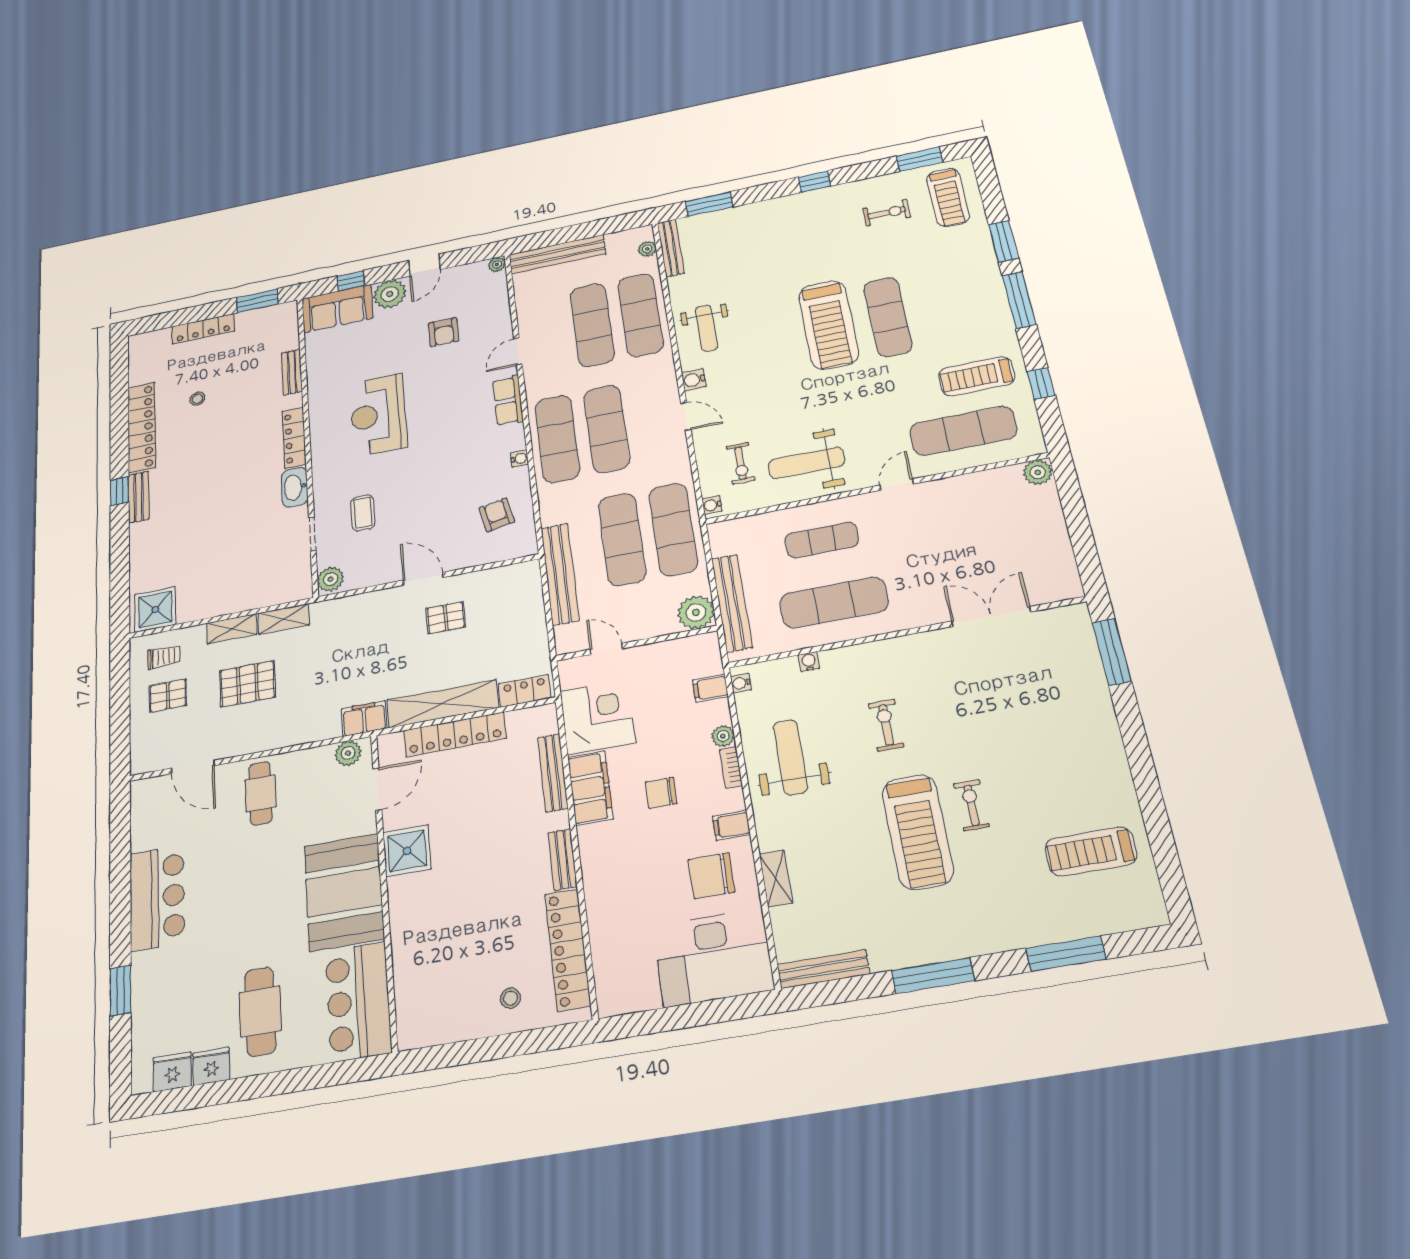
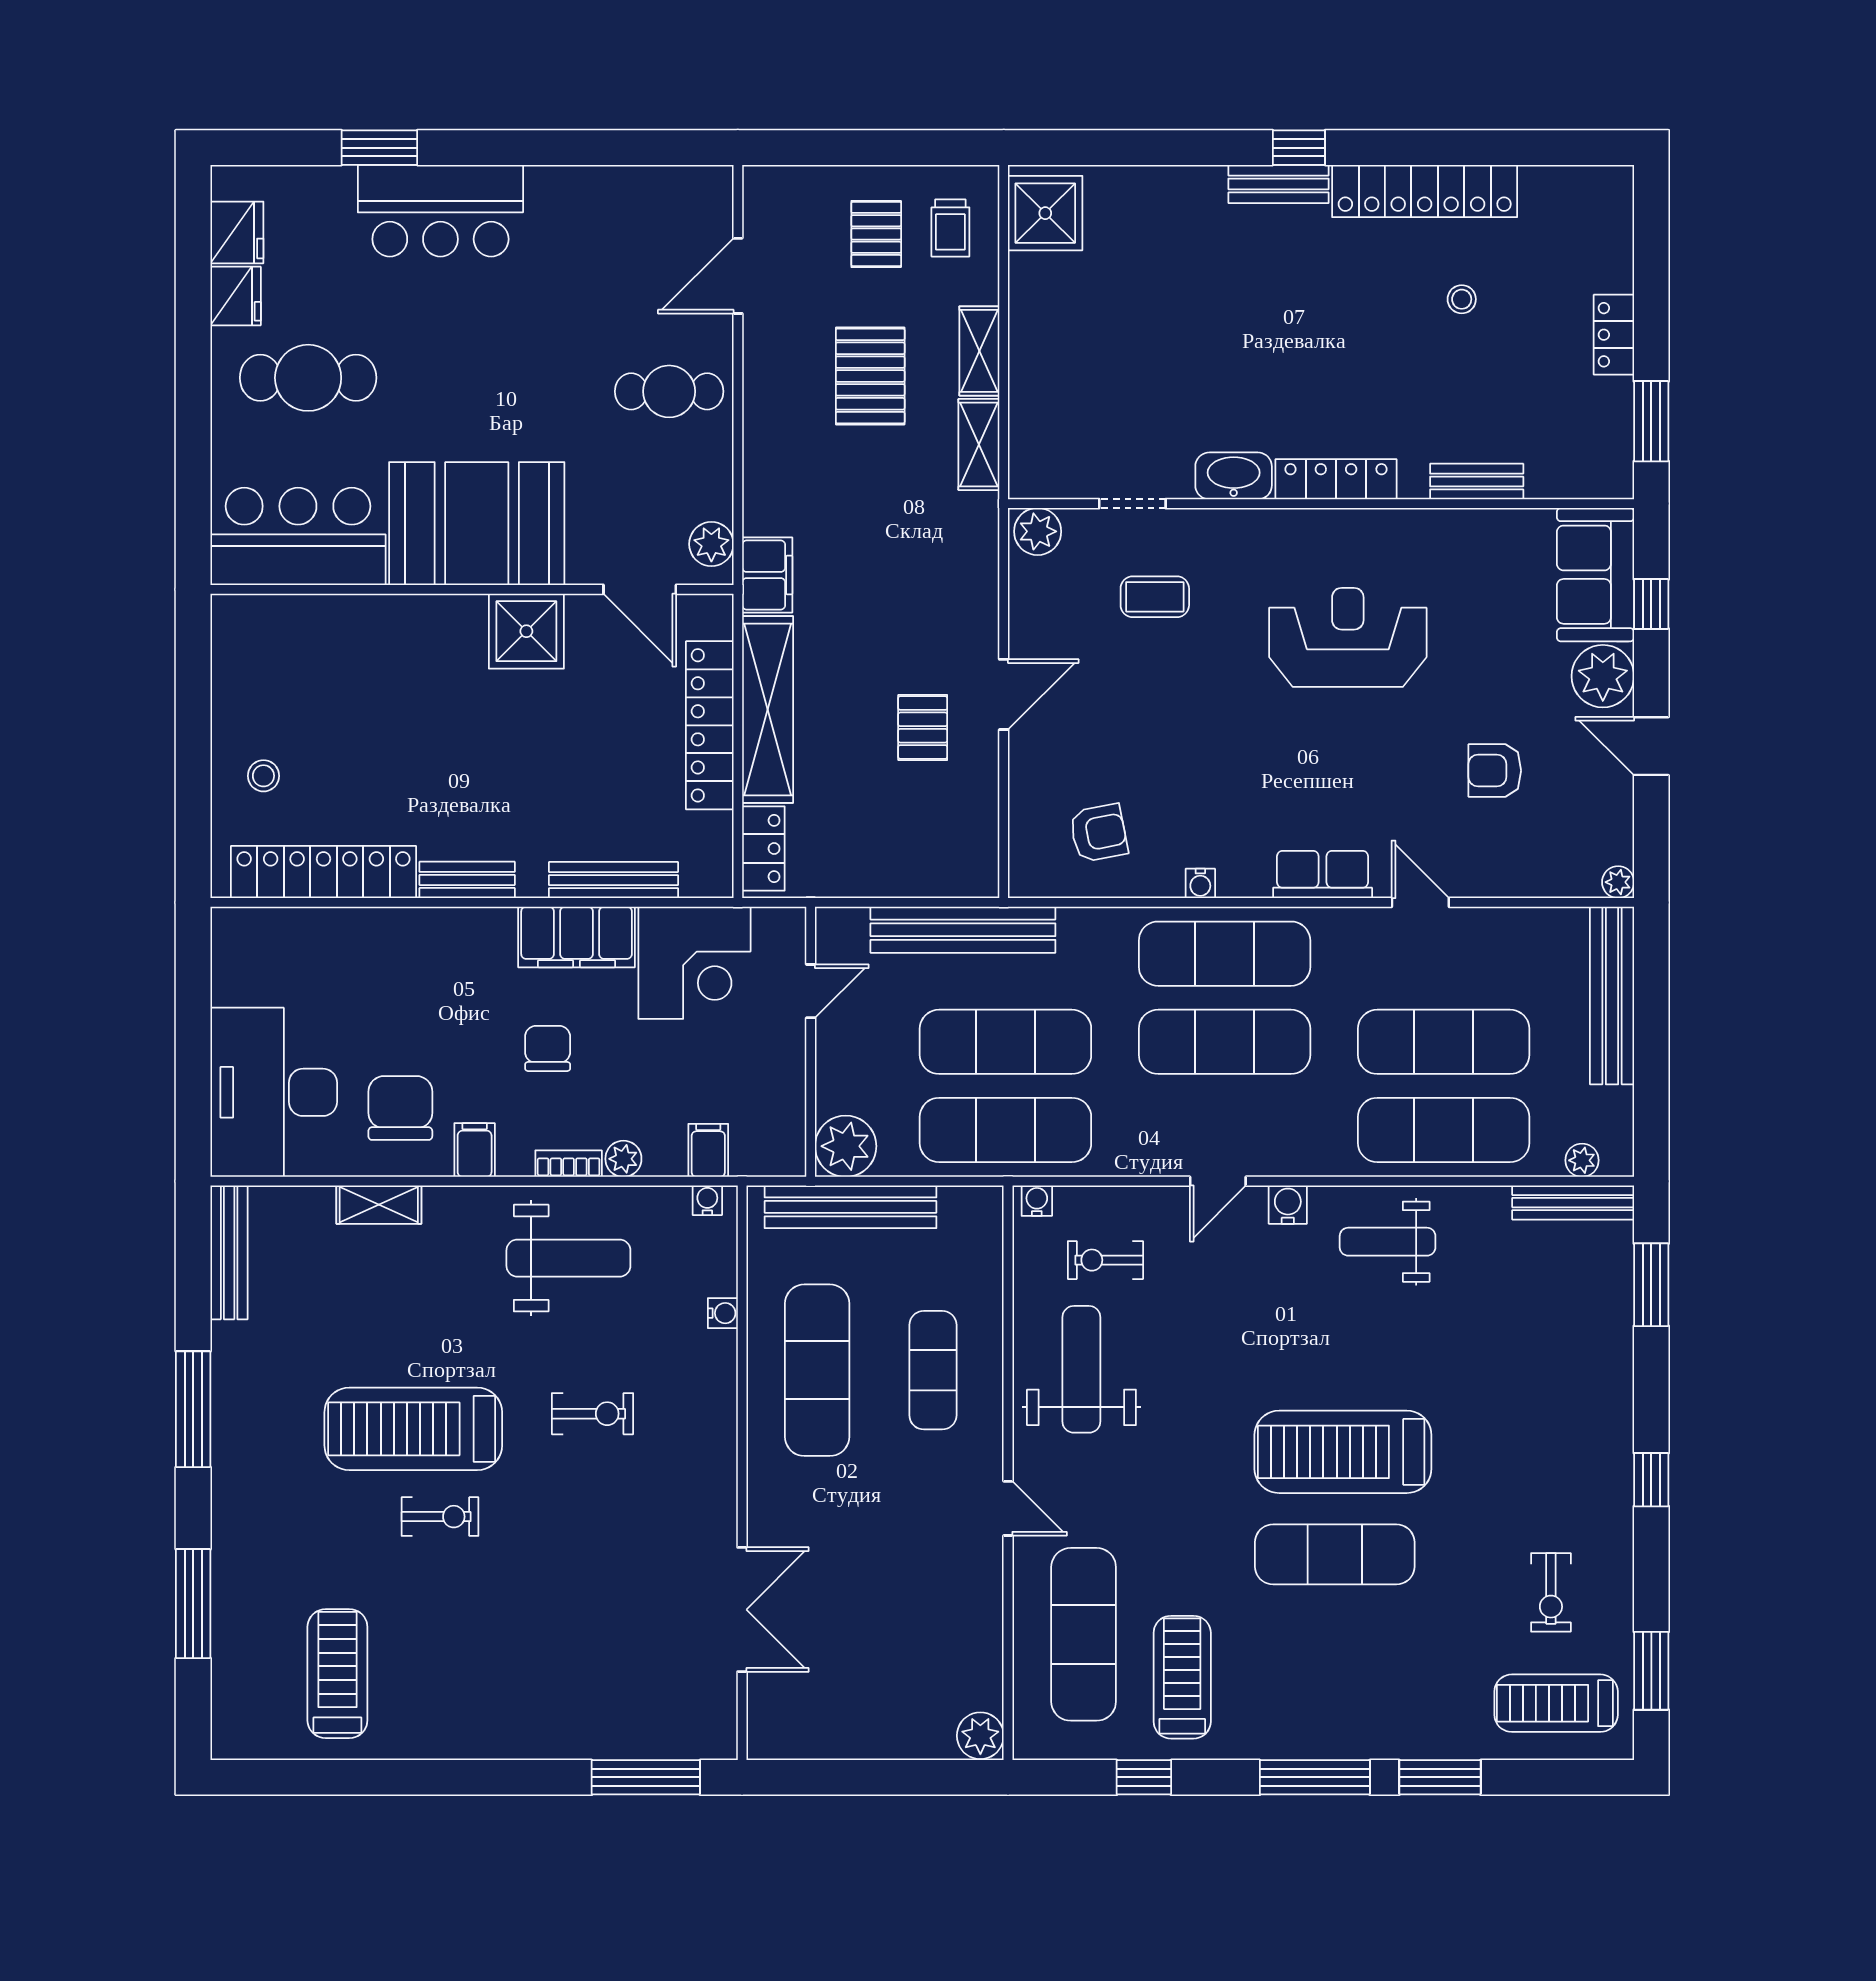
locker: (203, 329) -> (1614, 335), width x0.66
bar counter: (157, 898) -> (440, 211), moved

